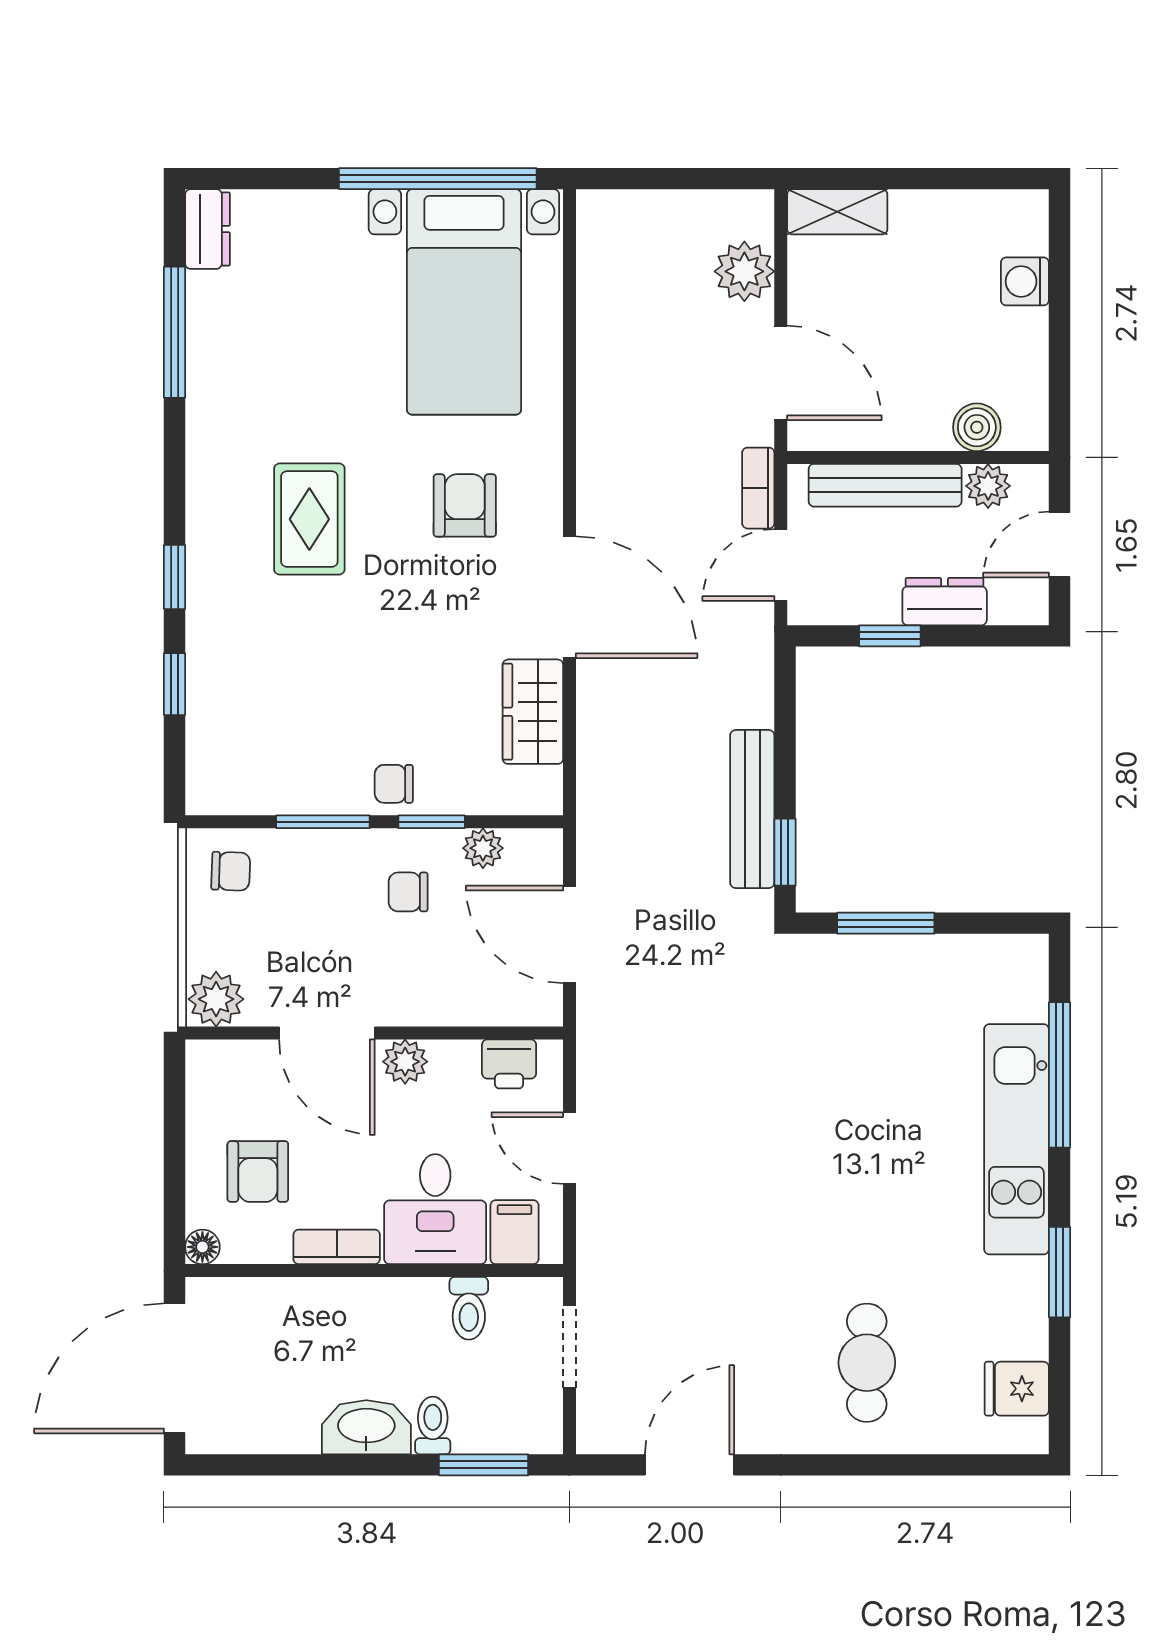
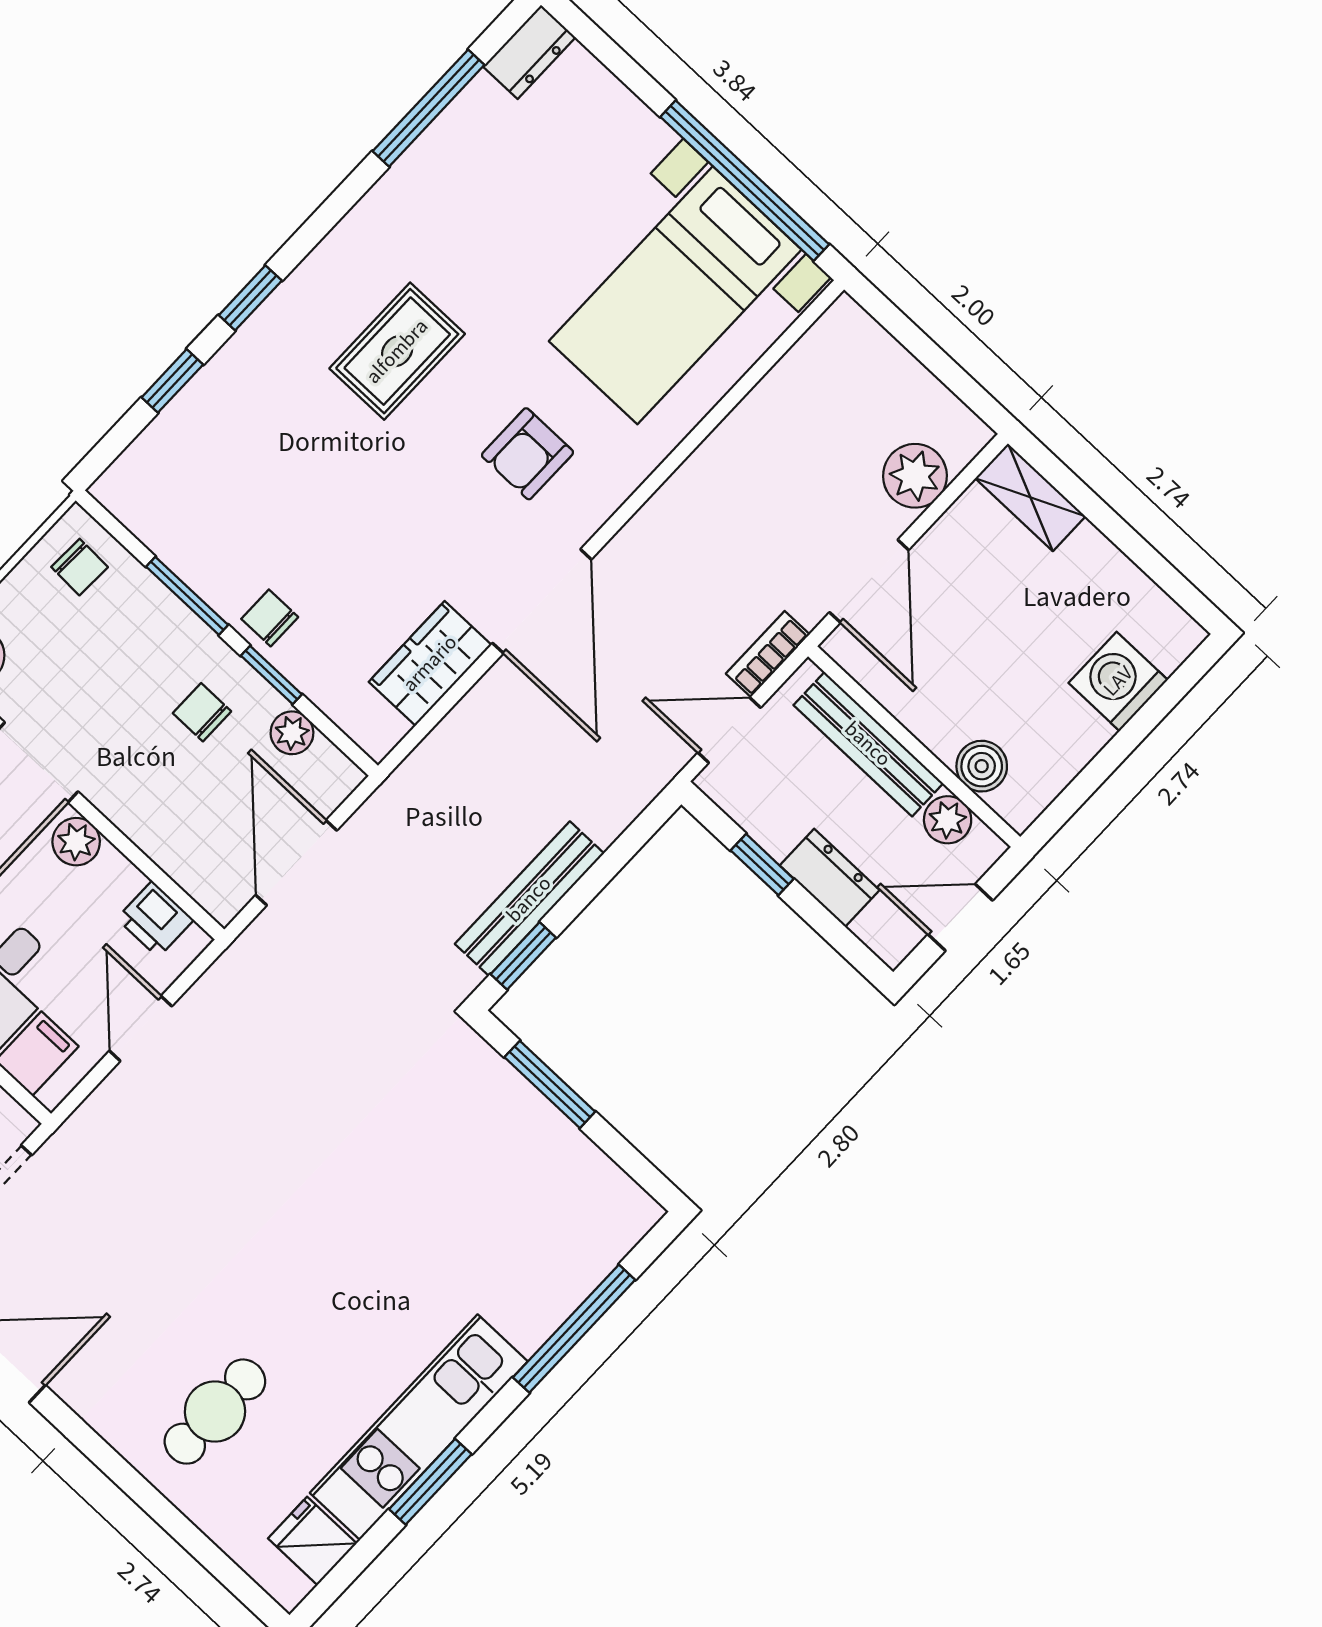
washing machine: (1025, 281) -> (1118, 681), width x1.38, depth x1.38
armchair: (465, 505) -> (528, 454), turned 180
kitchen unit: (1016, 1139) -> (419, 1427), moved

